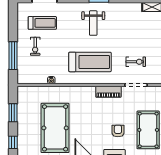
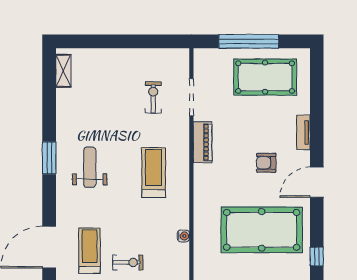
weight bench: (93, 23) -> (90, 167), turned -90
treadmill: (90, 62) -> (154, 173), width x0.73, depth x0.73
armchair: (118, 131) -> (266, 163), moved

